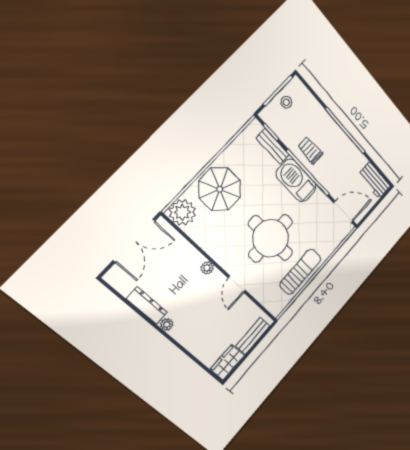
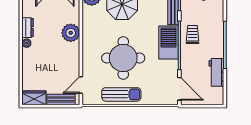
workbench: (374, 180) -> (216, 72), moved
plant: (207, 268) -> (71, 33), width x1.88, depth x1.88
door: (237, 284) -> (81, 85), moved
dresser: (147, 306) -> (28, 28), width x0.70

